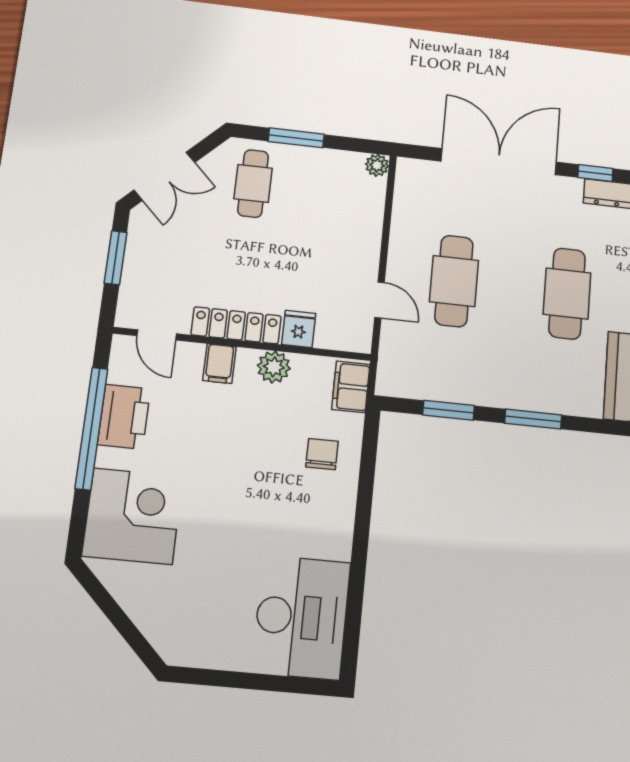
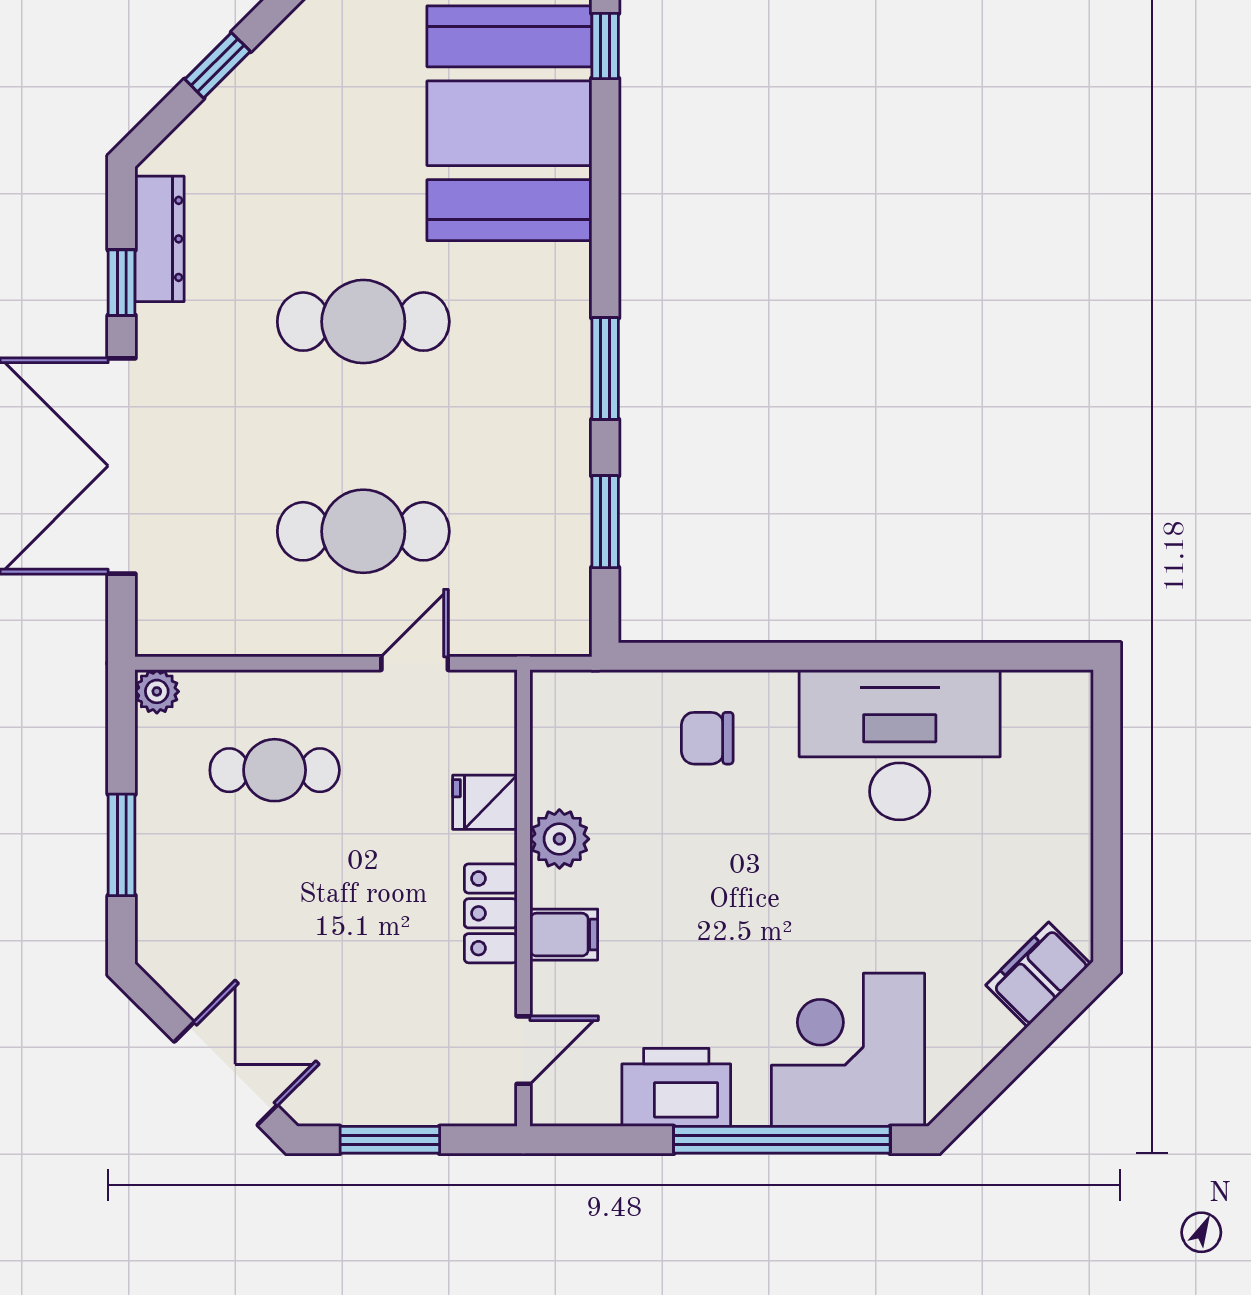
cafe table: (253, 183) -> (275, 770), moved
locker: (236, 325) -> (491, 913), width x0.66
filing cabinet: (351, 387) -> (1038, 974), moved, turned 135
window: (91, 428) -> (782, 1140), moved
desk: (301, 617) -> (900, 745), moved

